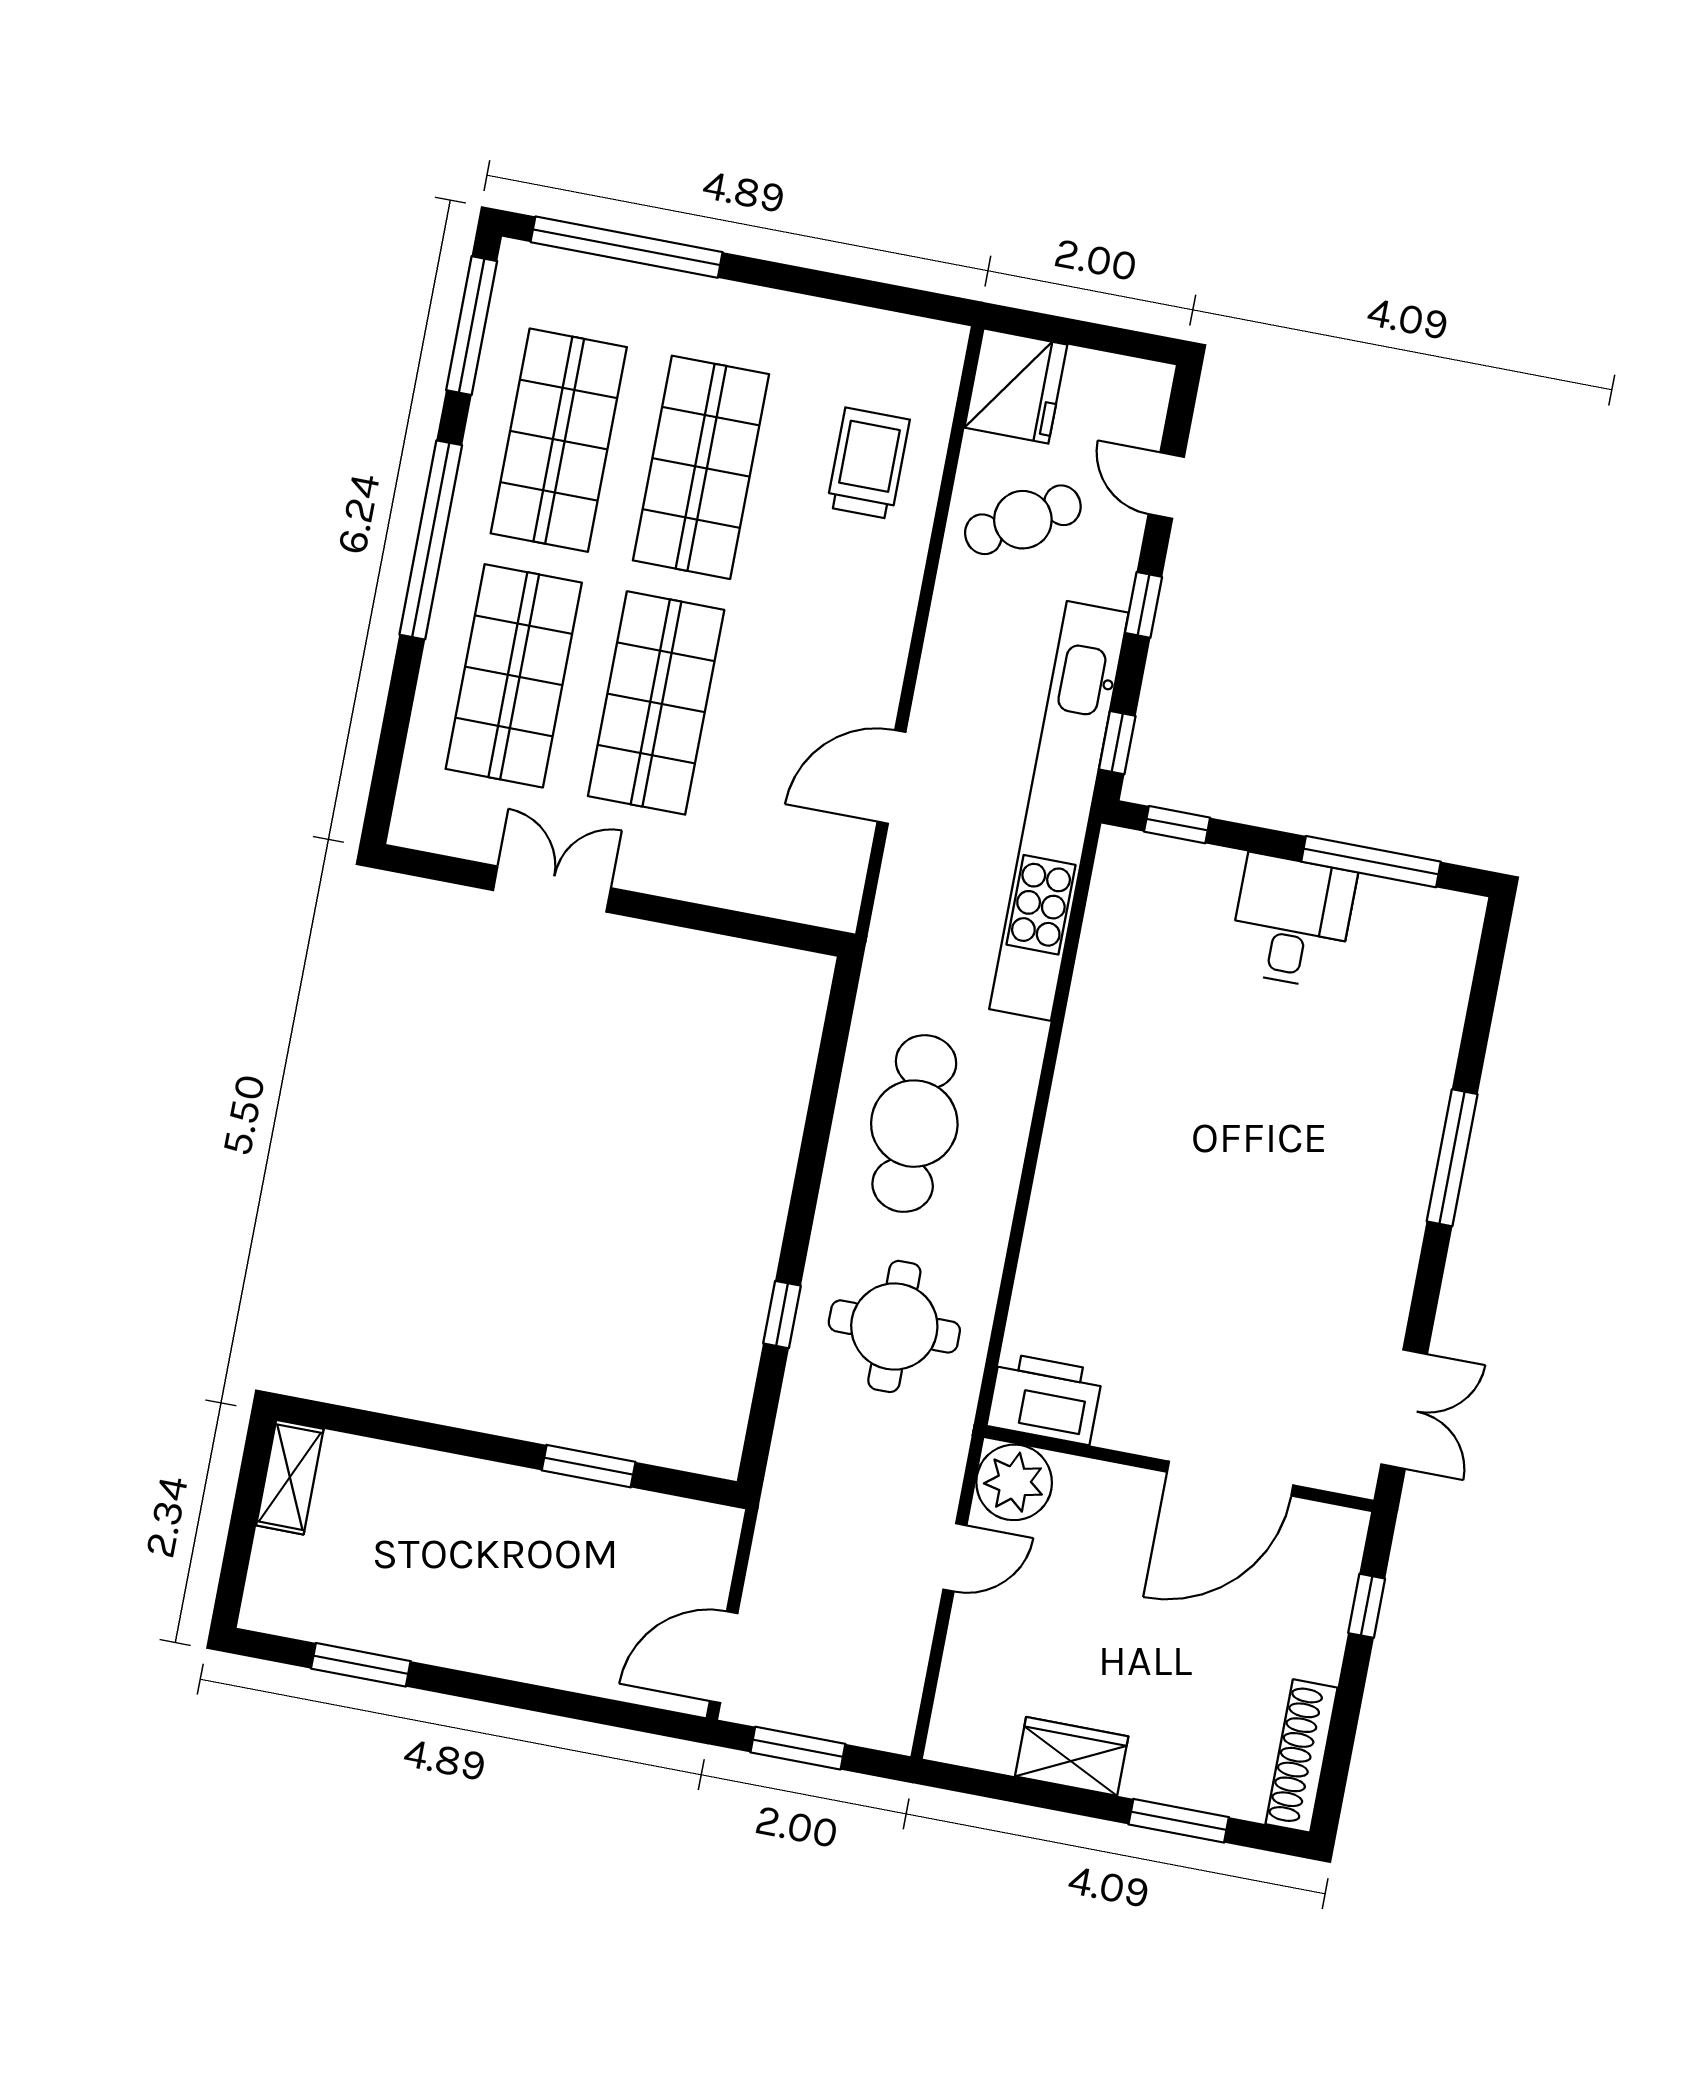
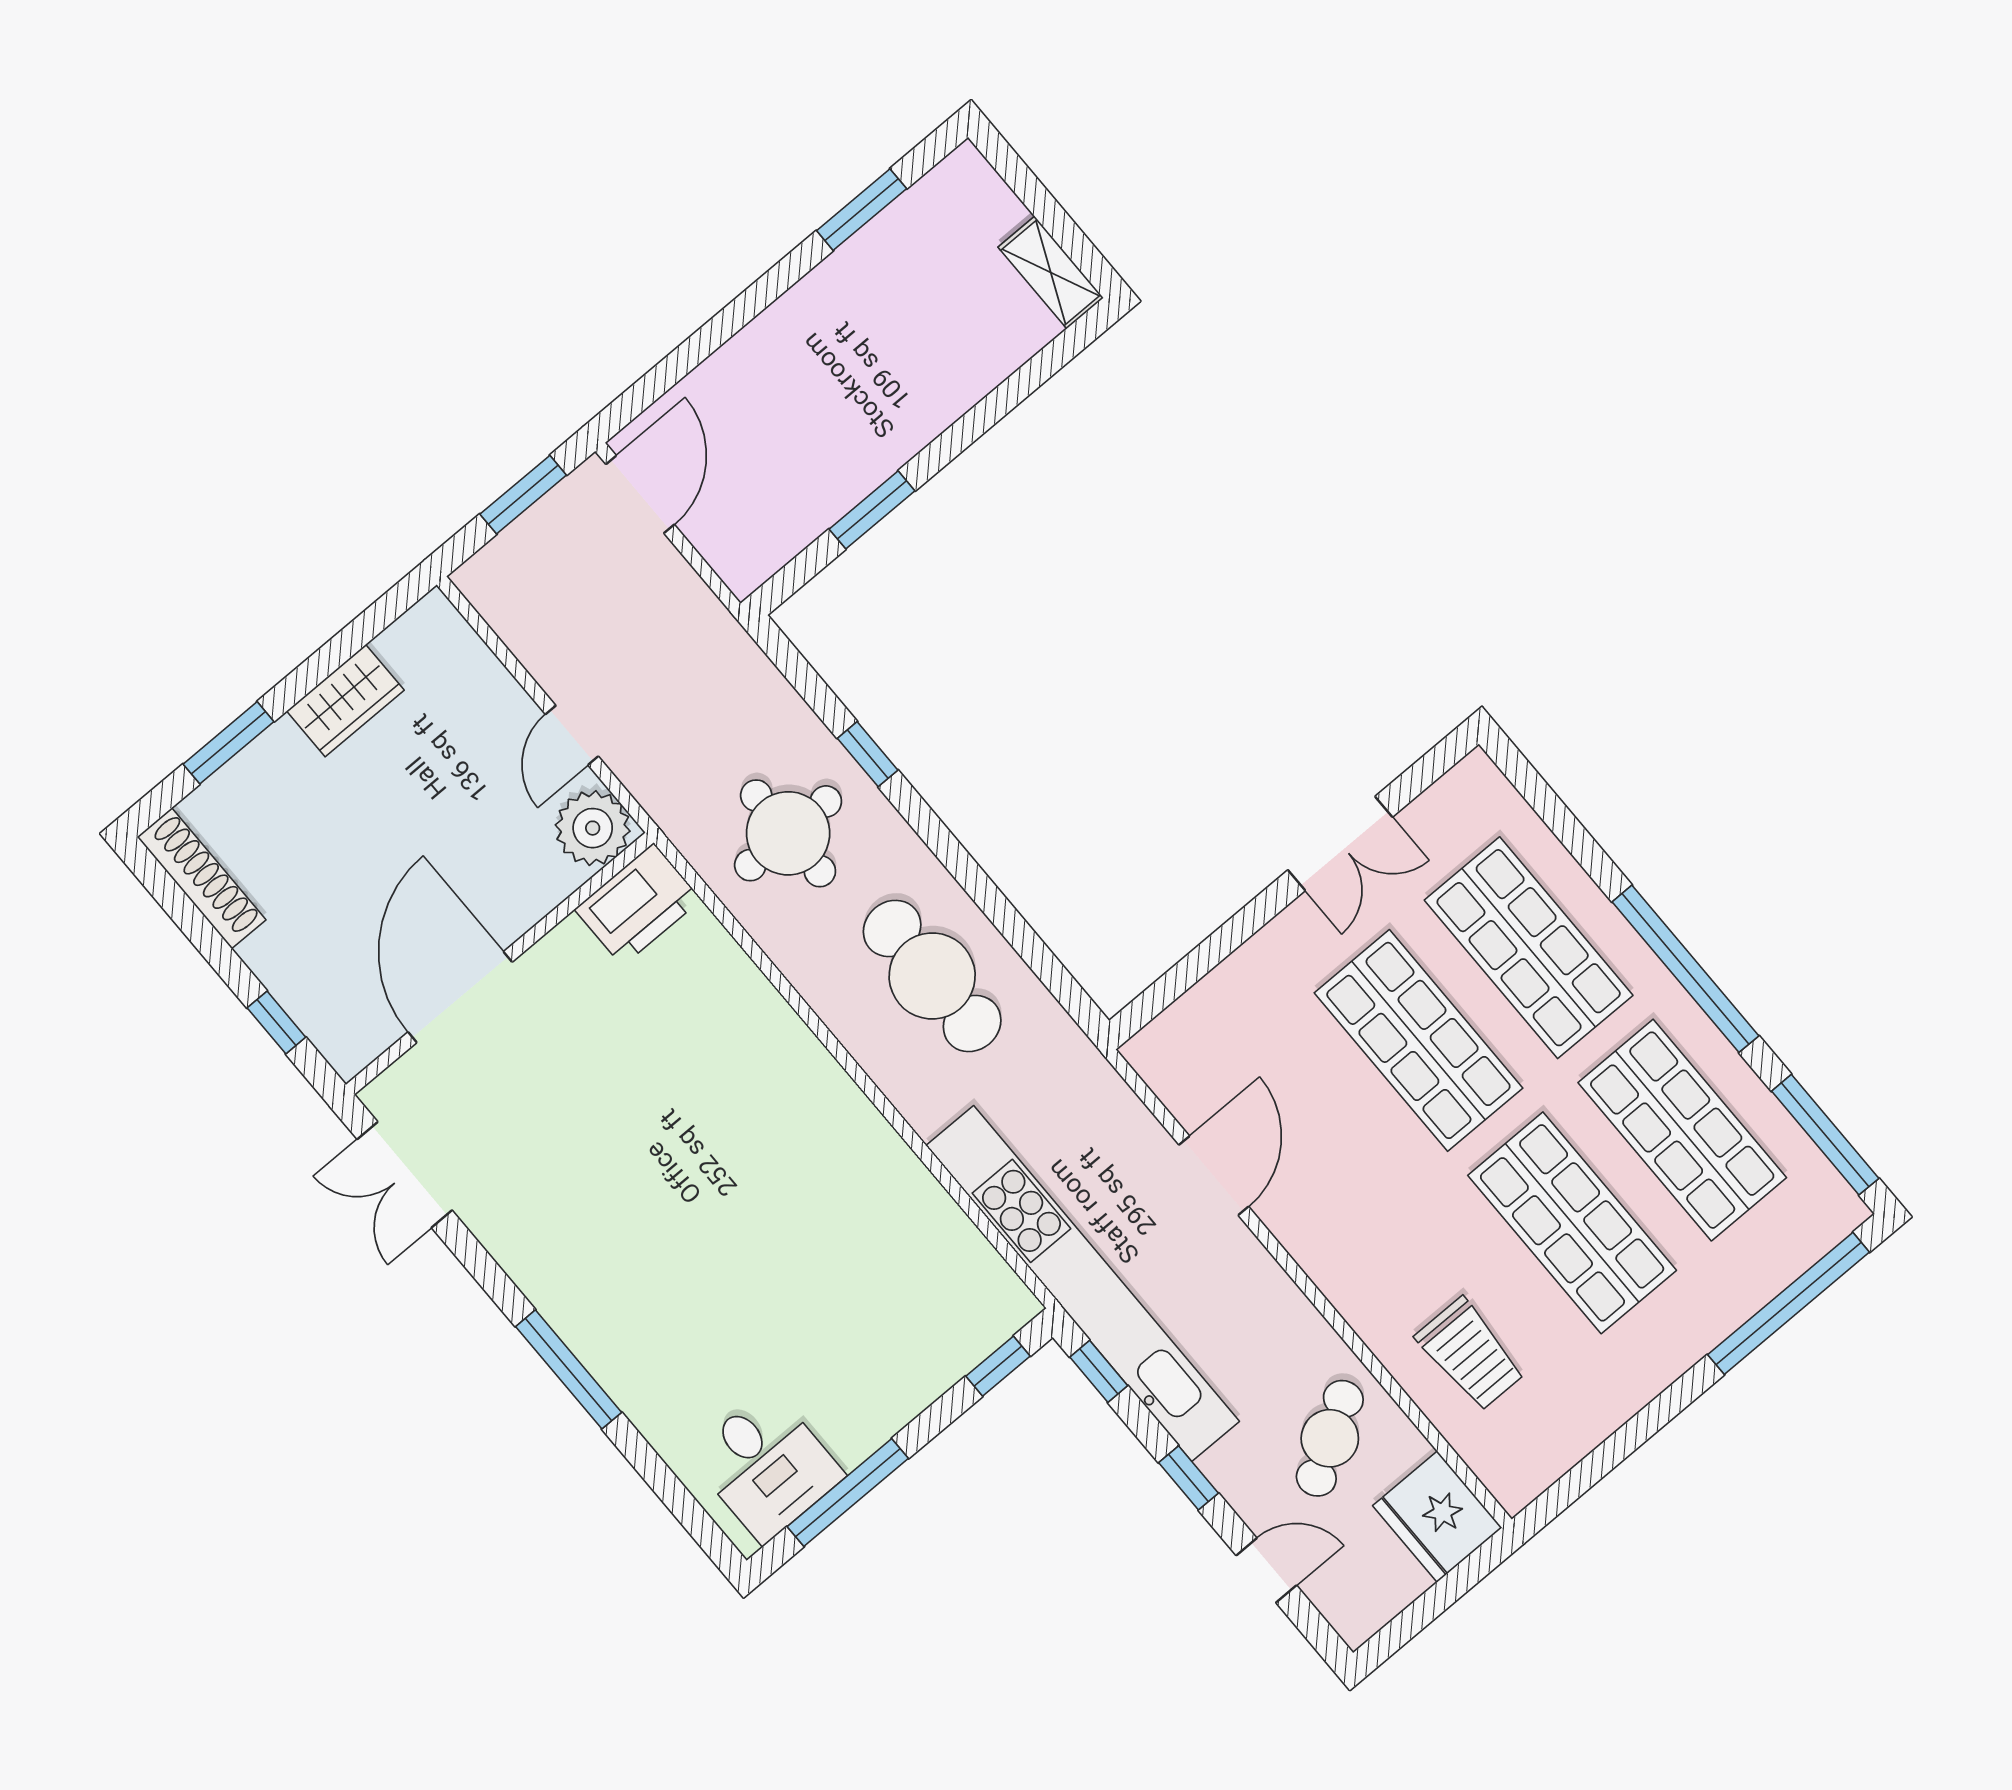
desk: (1292, 921) -> (766, 1466), moved

